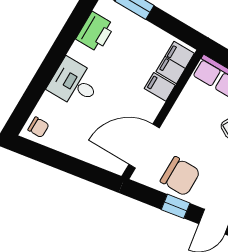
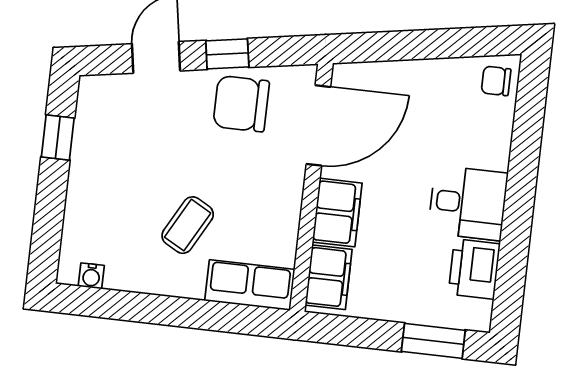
desk: (74, 83) -> (468, 203), moved
filing cabinet: (160, 87) -> (337, 213), width x2.00

